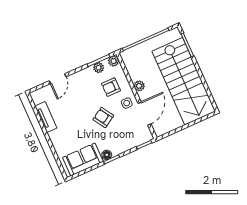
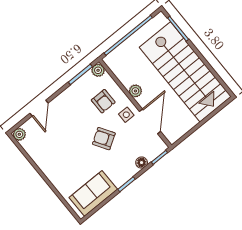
plant: (99, 68) -> (19, 134), moved
armchair: (111, 87) -> (103, 101), turned -90
tv unit: (46, 117) -> (37, 156), removed
floor lamp: (107, 155) -> (142, 163), moved

